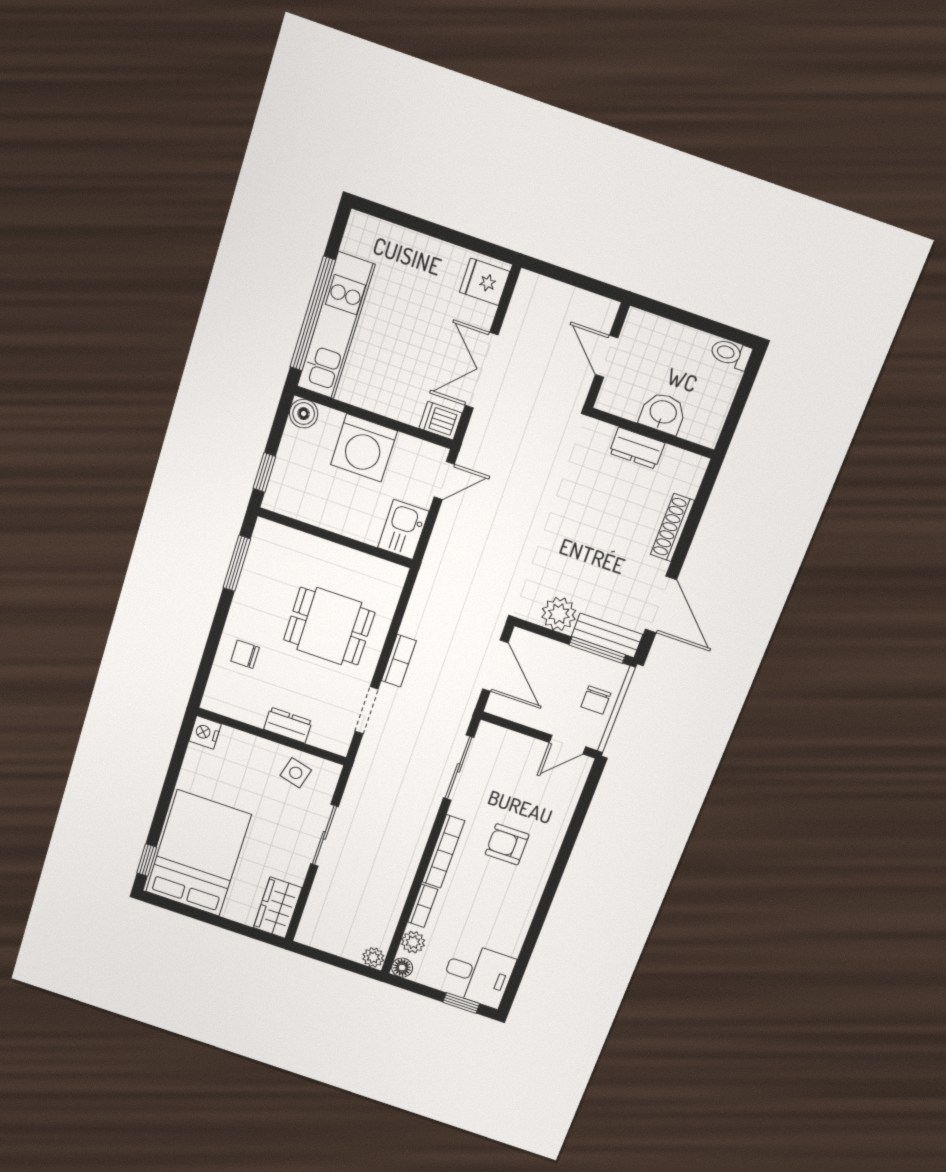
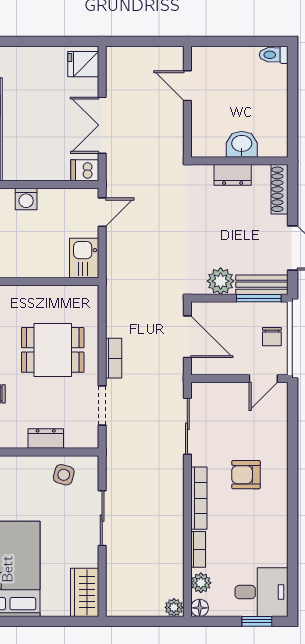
washbasin: (663, 413) -> (242, 144), moved
wall: (652, 433) -> (239, 161), moved
washing machine: (364, 448) -> (26, 199), width x0.53, depth x0.53
dresser: (637, 448) -> (233, 175), moved

